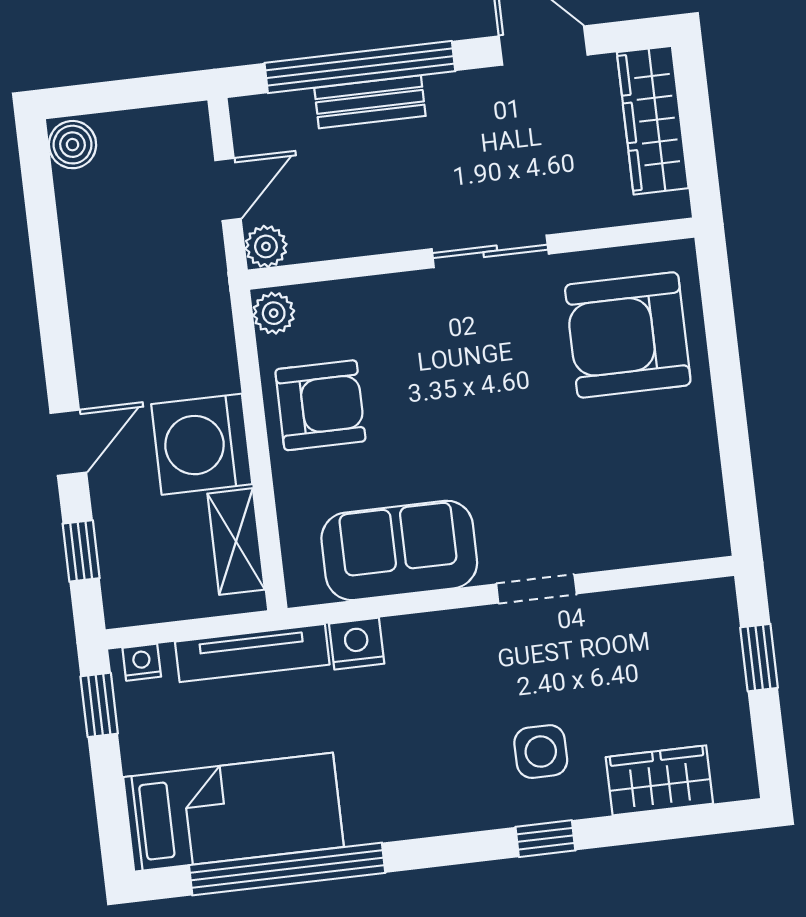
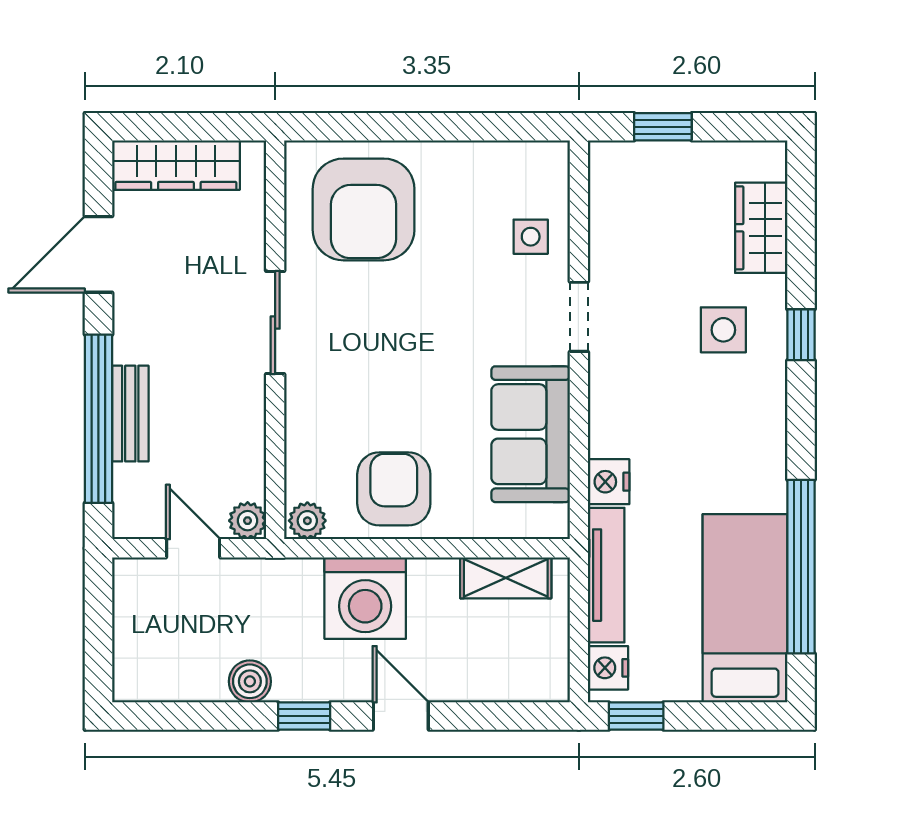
boiler: (73, 145) -> (250, 681), moved
washing machine: (202, 444) -> (365, 598), moved
side table: (619, 525) -> (531, 237), added
window: (81, 551) -> (304, 716), moved
nightstand: (142, 662) -> (608, 668), width x1.39, depth x1.35

